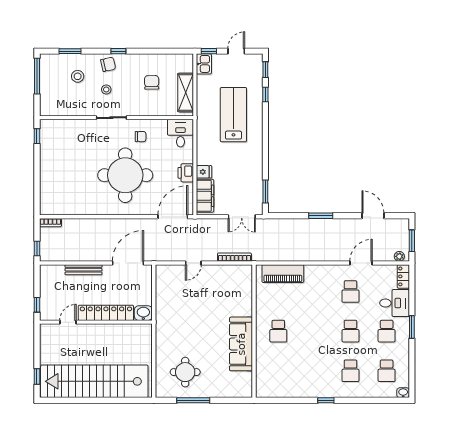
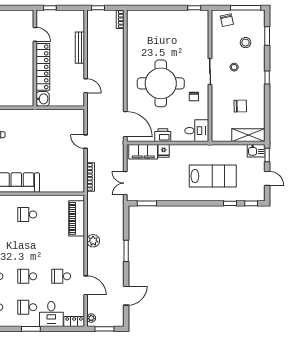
chair: (108, 64) -> (227, 20), moved
shelving: (186, 93) -> (248, 135), moved
plant: (309, 254) -> (93, 241), added
door: (128, 263) -> (86, 86), width x0.53

